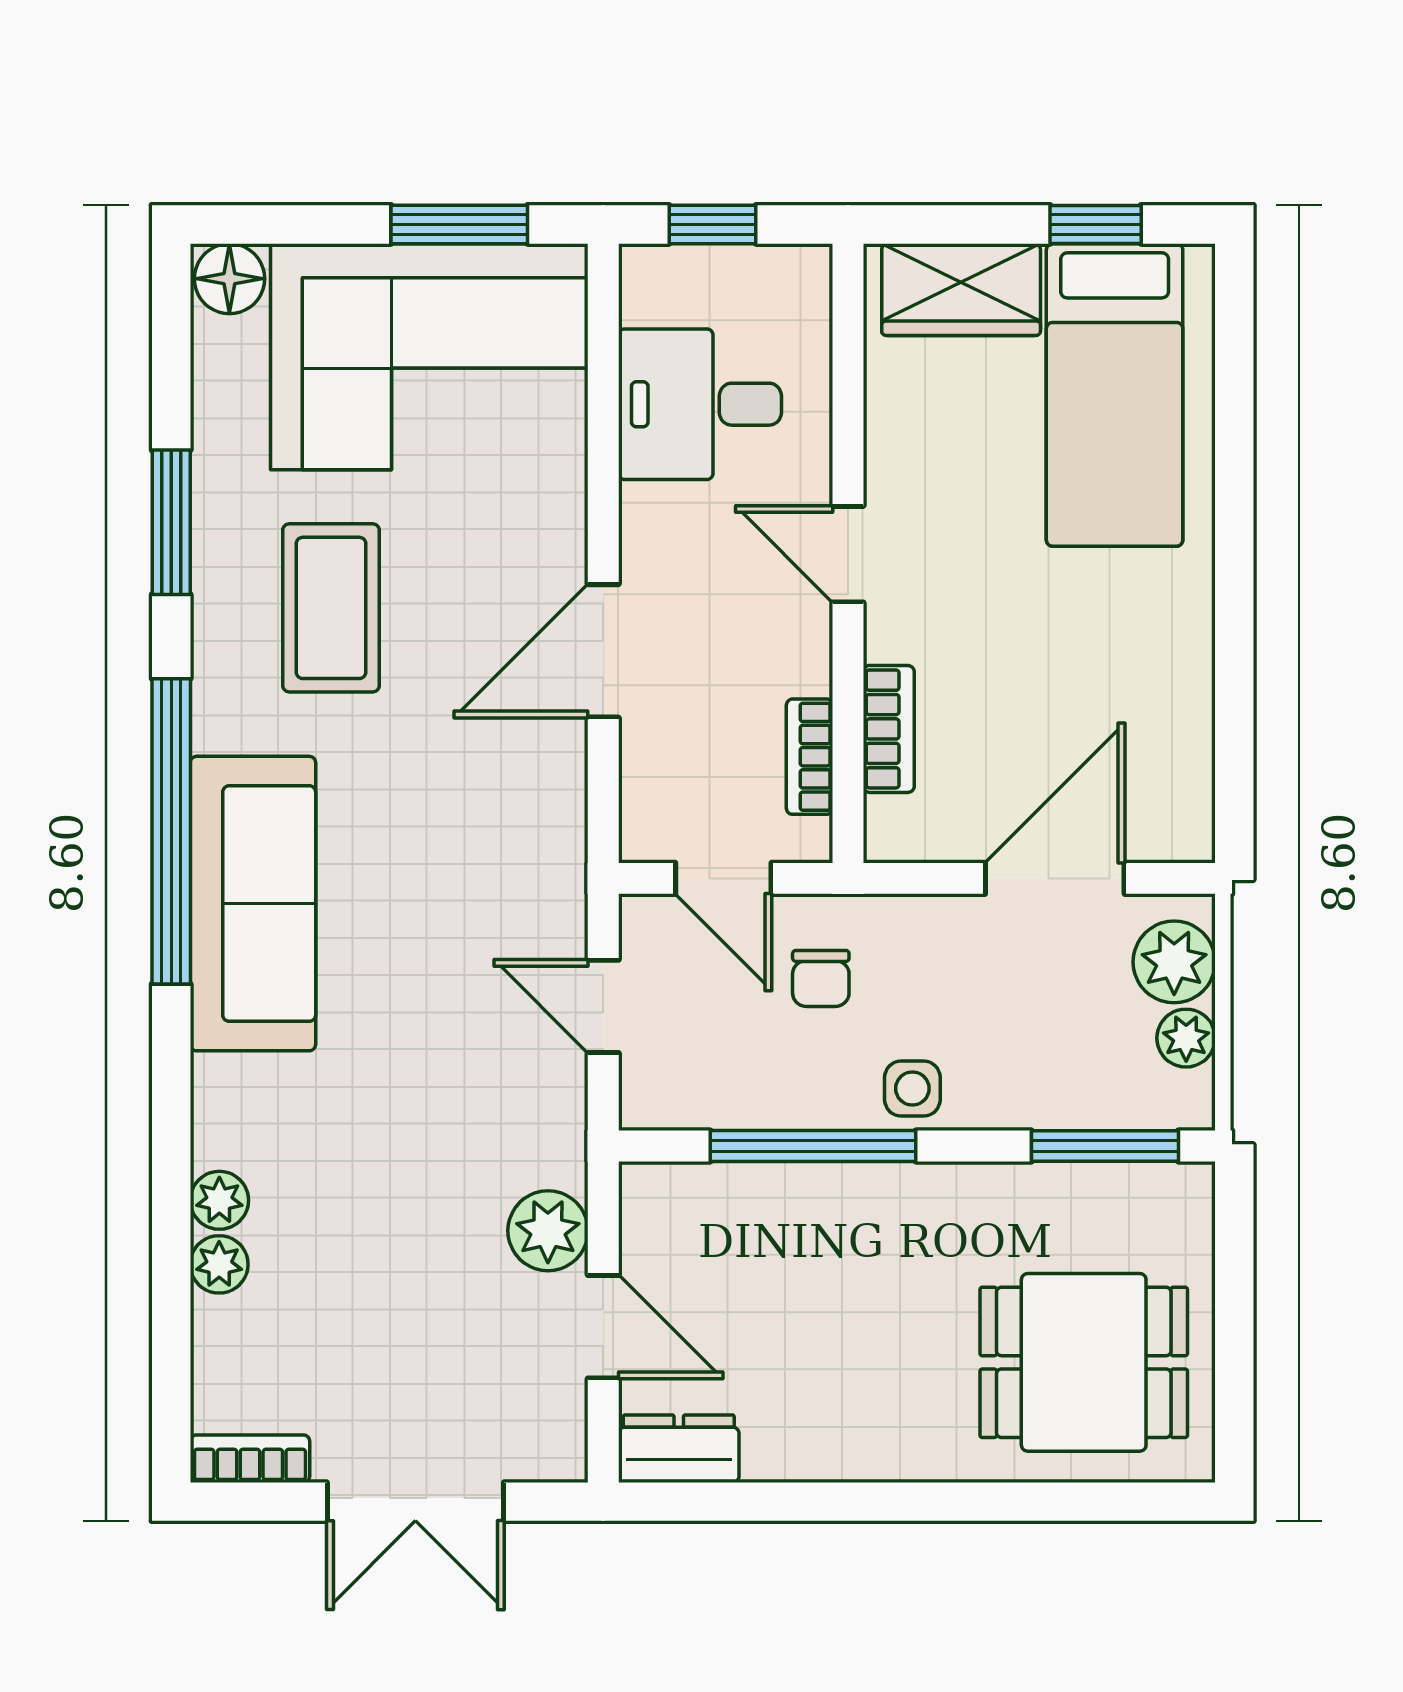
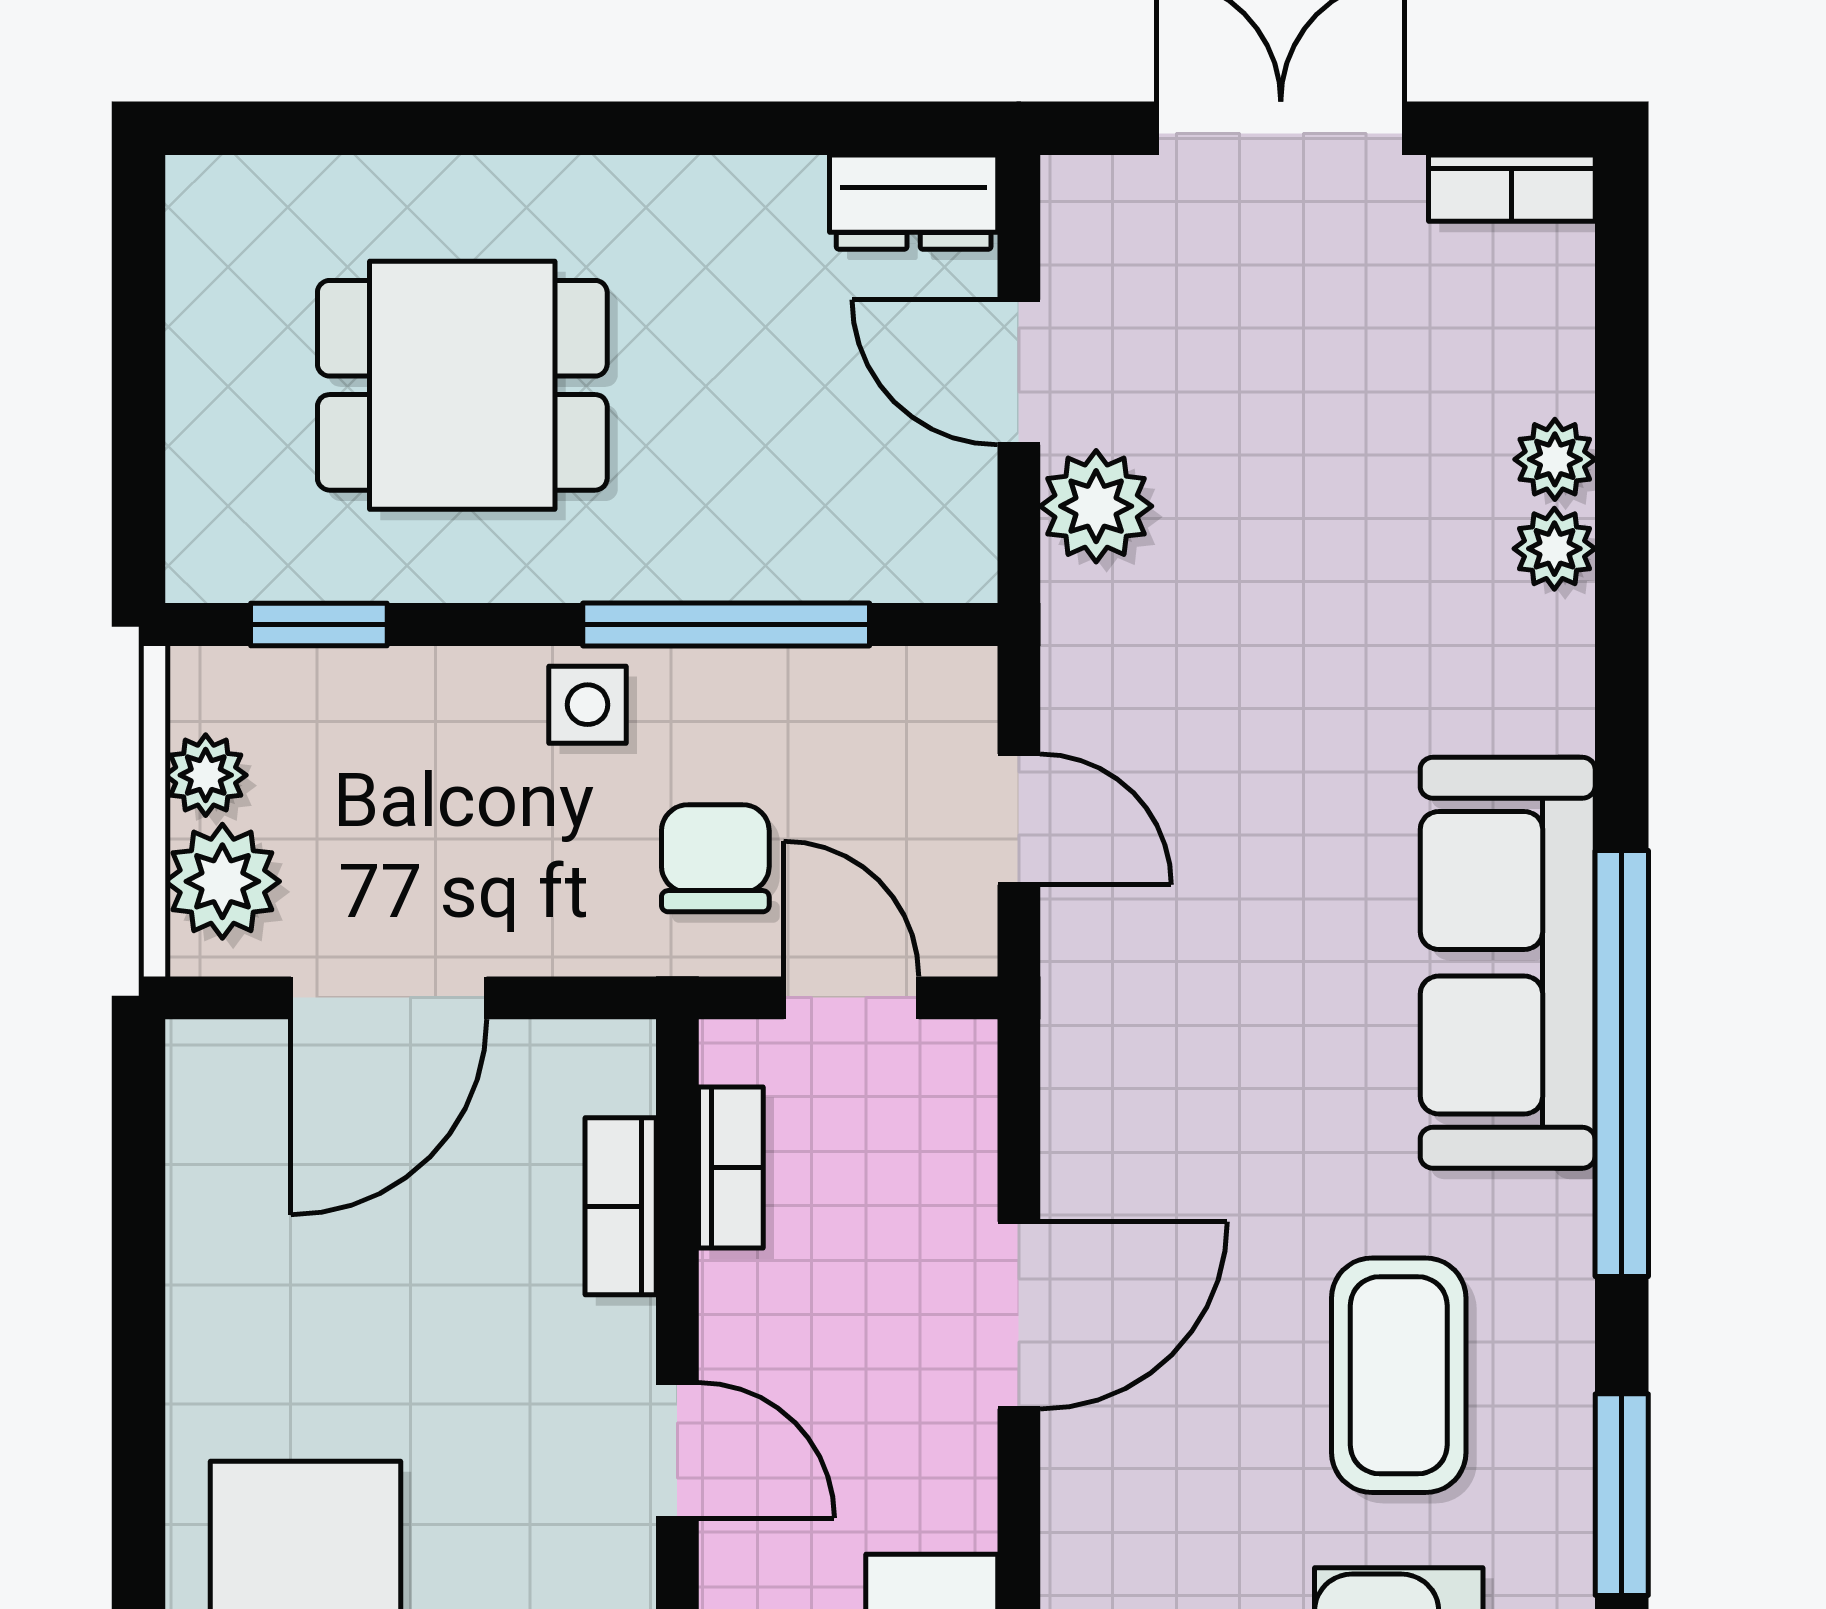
chair: (821, 978) -> (715, 858), width x1.37, depth x1.37
window: (1105, 1146) -> (319, 624), width x0.67
dining table: (1084, 1362) -> (462, 385), moved

